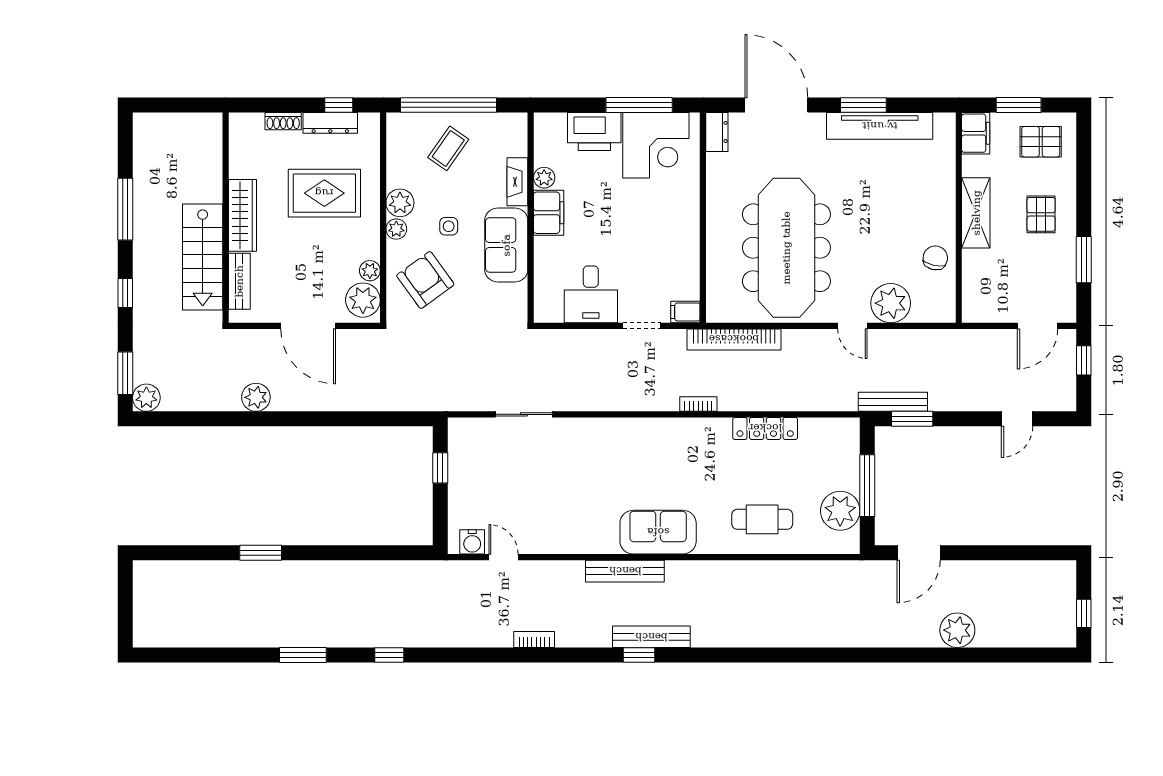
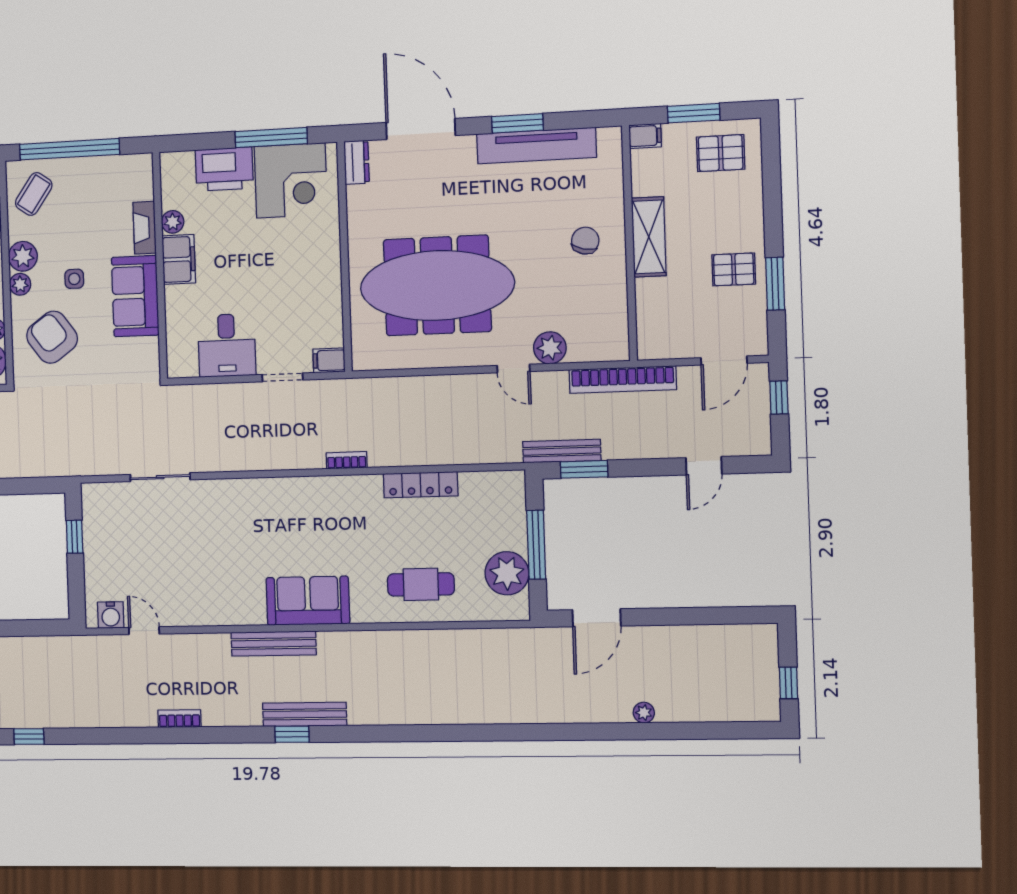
filing cabinet: (976, 133) -> (645, 136), width x0.50
coffee table: (448, 148) -> (34, 194), moved
pallet: (1041, 214) -> (734, 269), moved, turned 90
meeting table: (786, 248) -> (437, 285), turned 90
chair: (935, 258) -> (585, 241), moved
plant: (891, 303) -> (550, 348), width x0.73, depth x0.73
bookcase: (734, 339) -> (623, 380), moved
plant: (957, 630) -> (644, 713), width x0.53, depth x0.53

